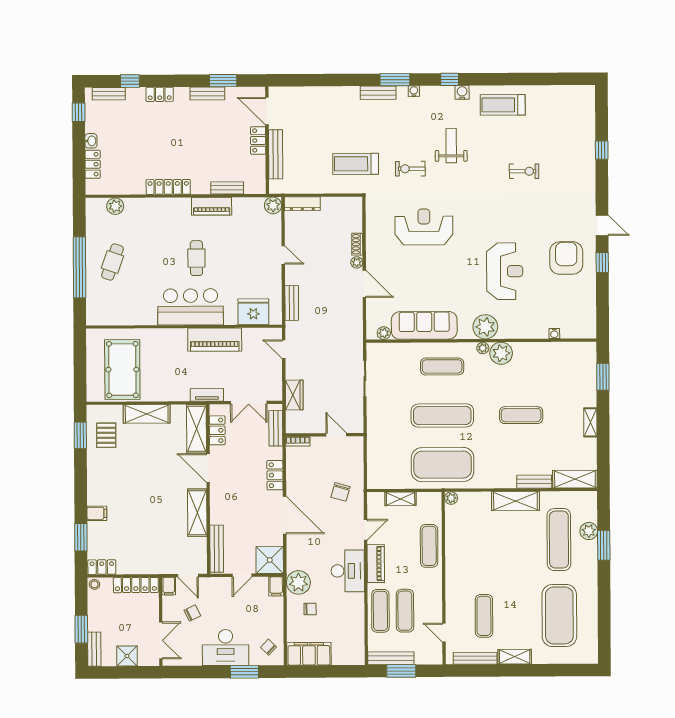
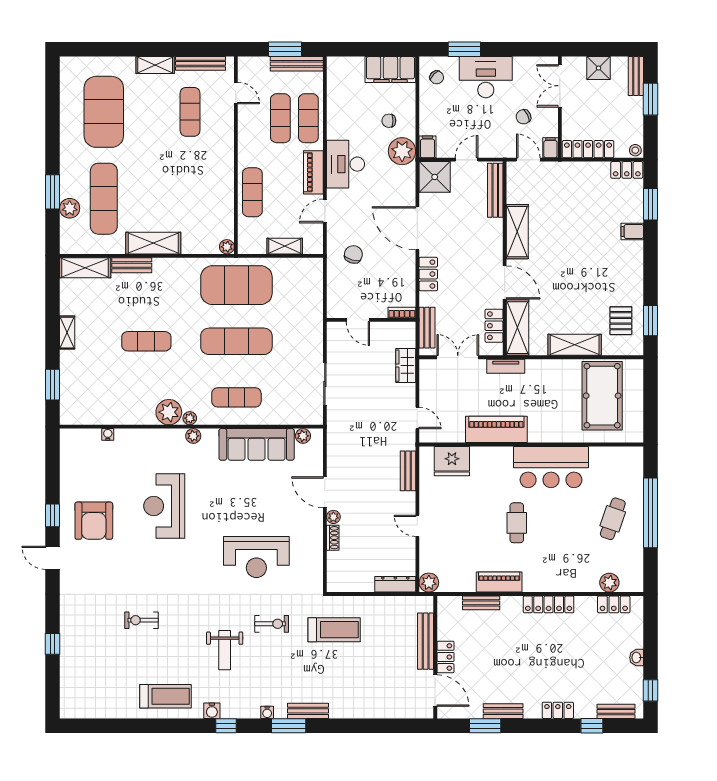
locker: (93, 164) -> (614, 604), moved, turned -90
bar counter: (191, 307) -> (551, 467), moved
plant: (485, 327) -> (193, 436), width x0.53, depth x0.53

